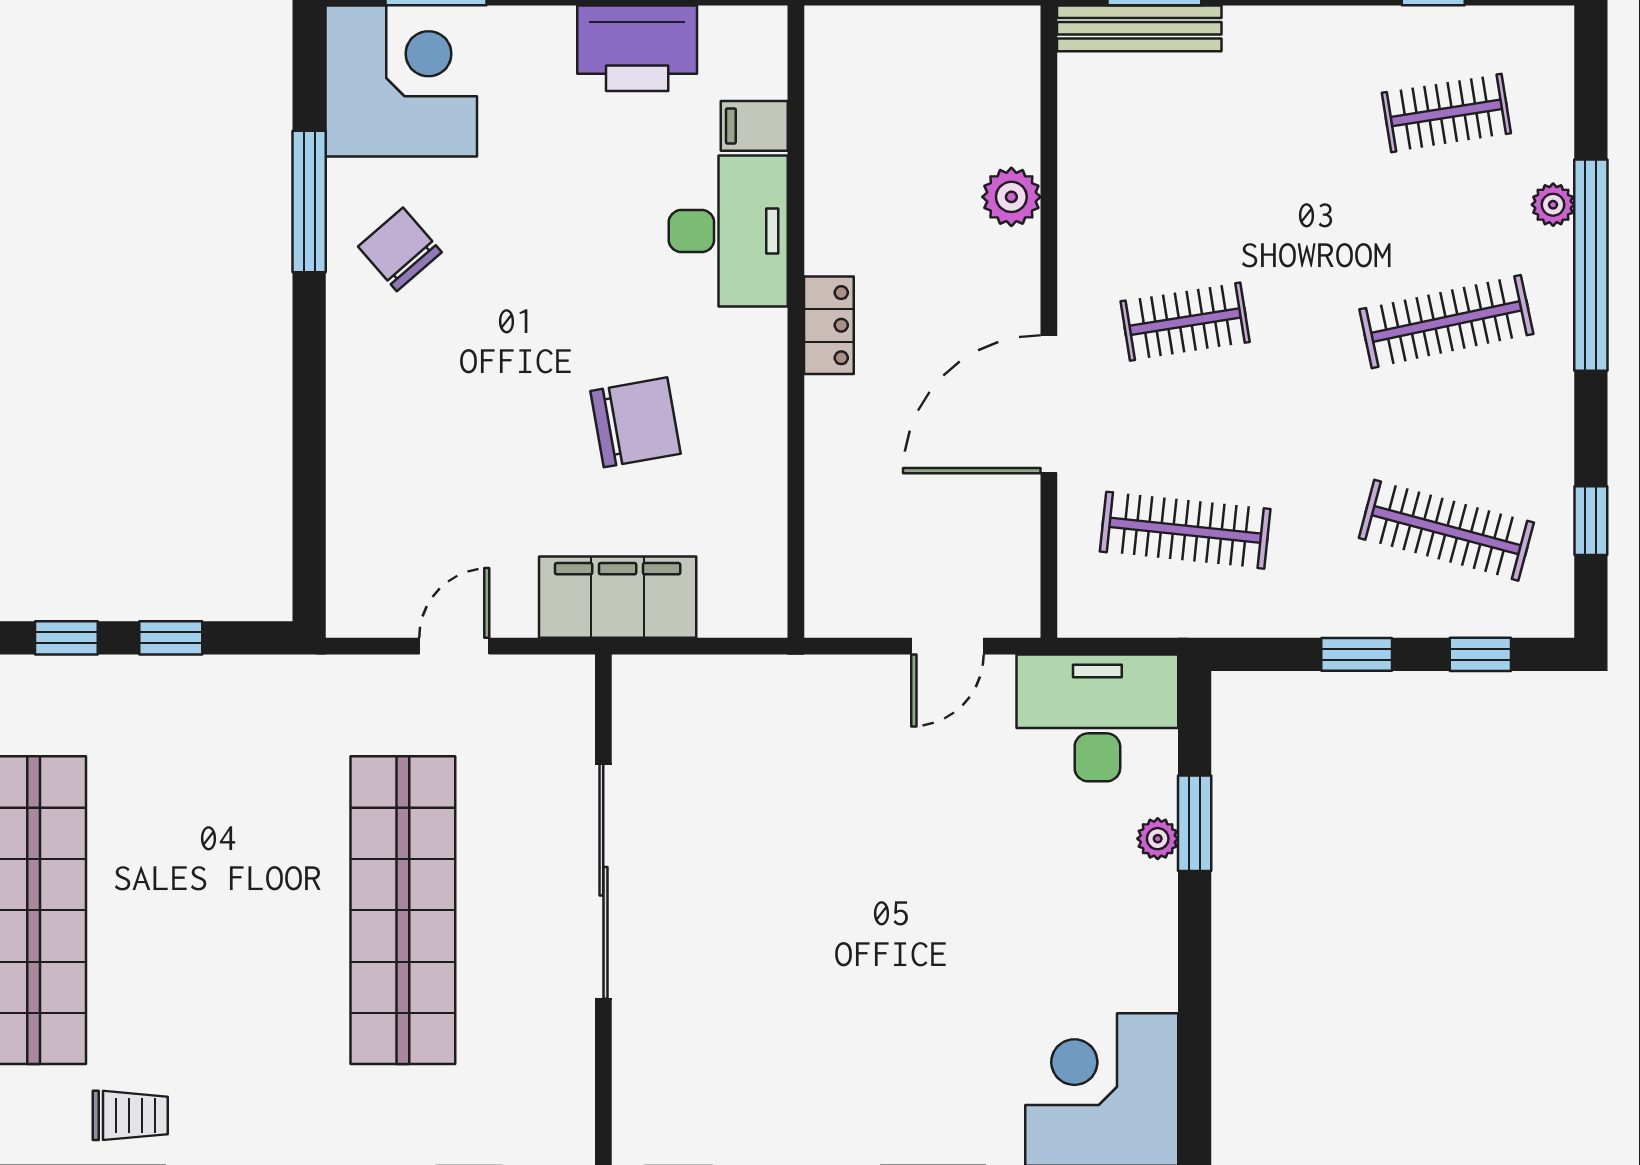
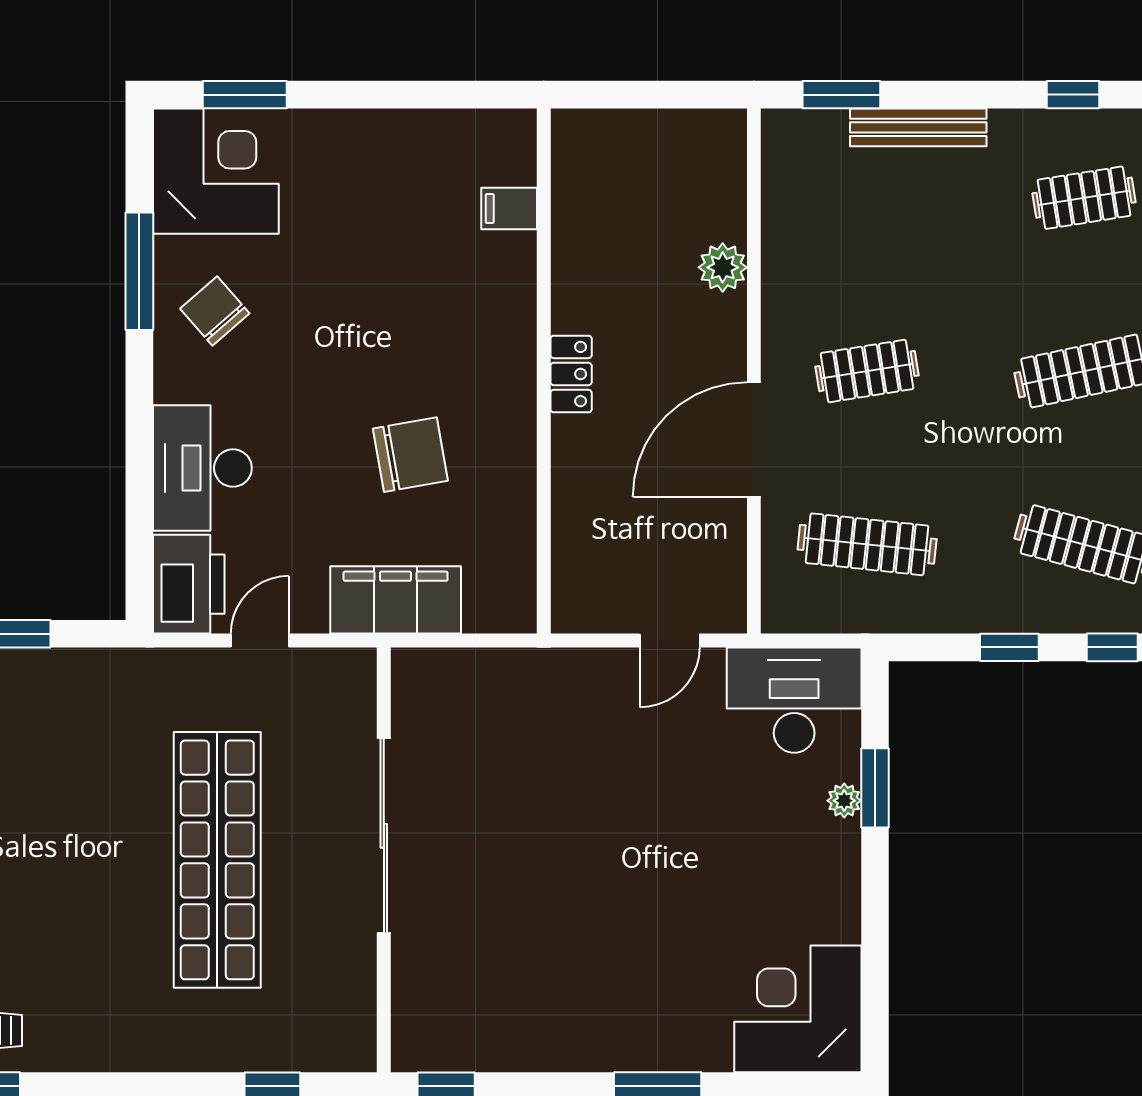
bench: (1139, 28) -> (918, 127), moved
printer: (637, 48) -> (189, 584), moved, turned -90
desk: (728, 231) -> (202, 468), moved, turned 180

